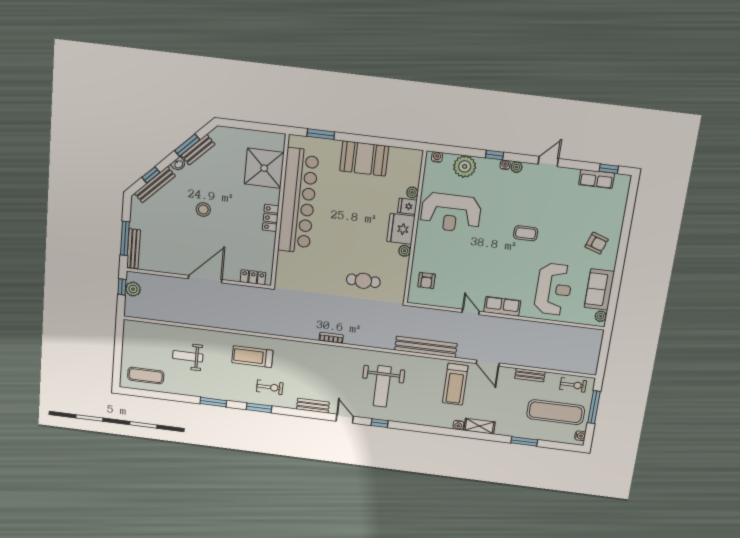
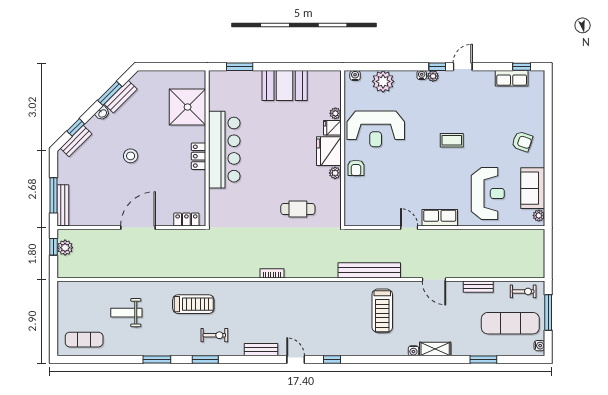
window: (495, 155) -> (437, 67), moved
bench: (155, 185) -> (76, 141), width x0.73
bar counter: (298, 201) -> (224, 150), width x0.73
armchair: (427, 281) -> (356, 168), moved
treadmill: (252, 357) -> (193, 304), turned 180
treadmill: (455, 384) -> (382, 311), moved
weight bench: (382, 386) -> (330, 319), removed

